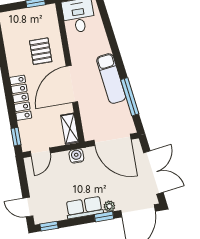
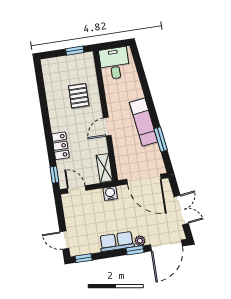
door: (72, 84) -> (107, 127), width x0.53
window: (130, 97) -> (161, 139), width x0.69
locker: (21, 98) -> (60, 146), width x0.66
door: (40, 152) -> (77, 189), swing flipped
double door: (153, 172) -> (181, 210), width x0.73

